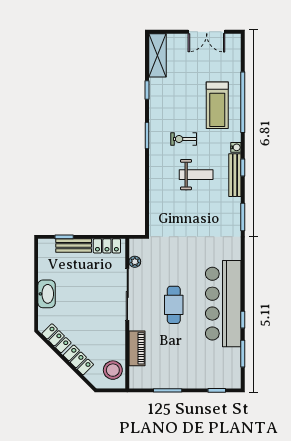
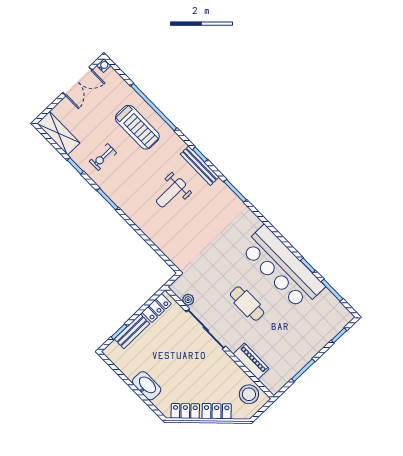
exercise bike: (184, 139) -> (103, 157), moved
water cooler: (236, 147) -> (104, 66), moved
weight bench: (196, 175) -> (171, 193), turned 180

